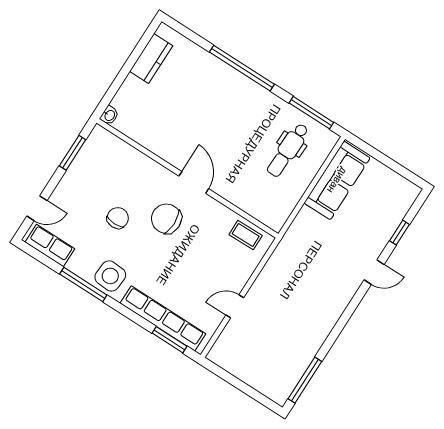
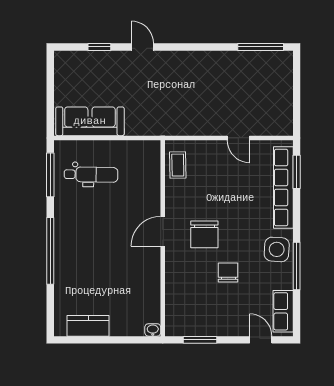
chair: (118, 218) -> (228, 272), turned 90

